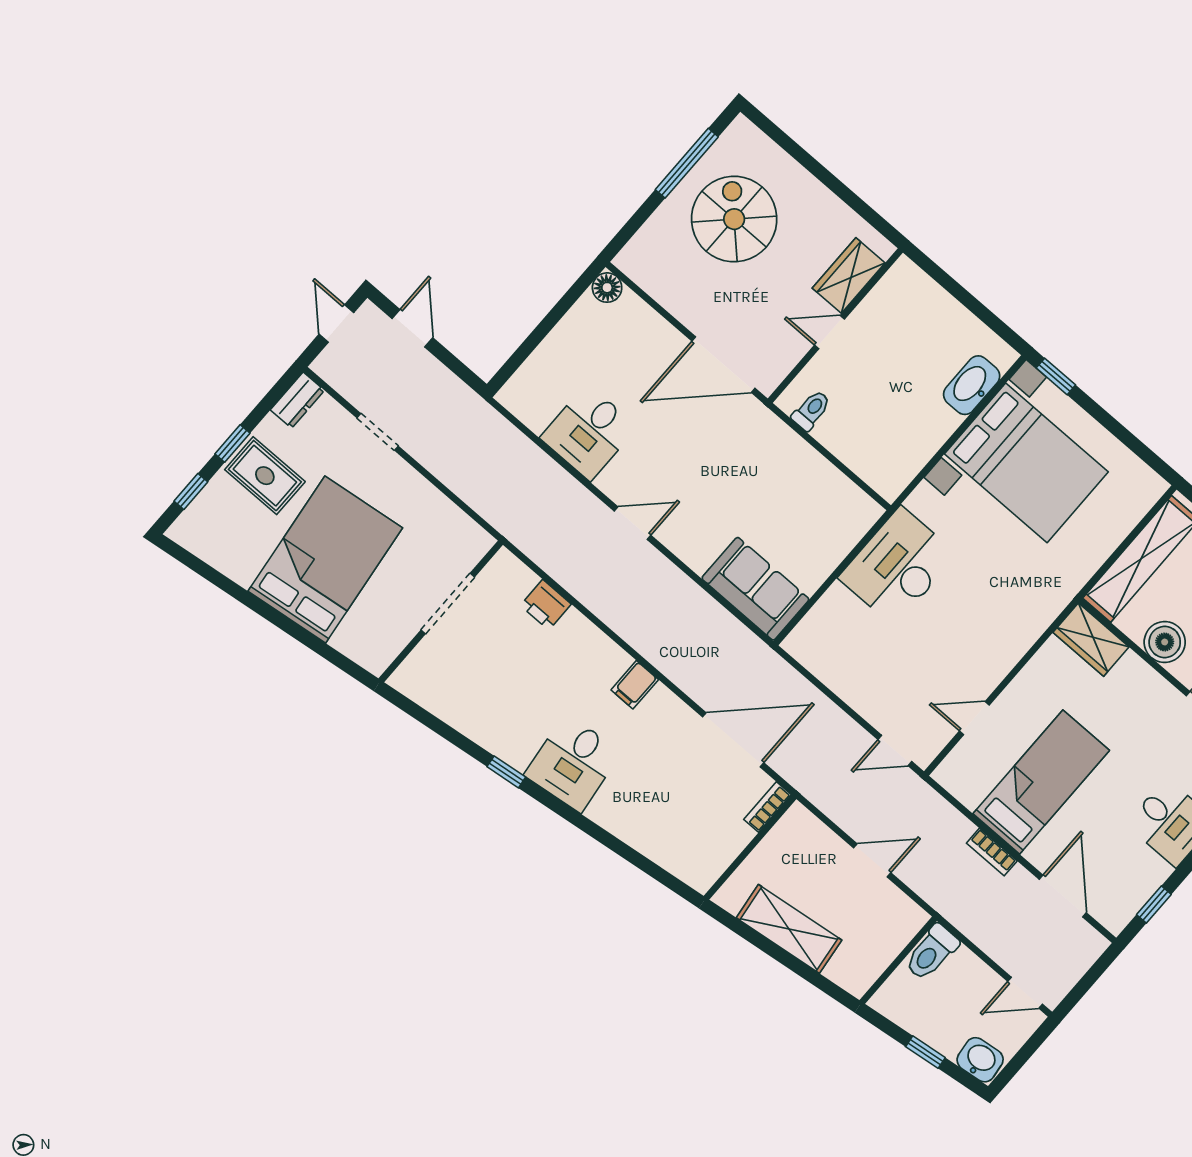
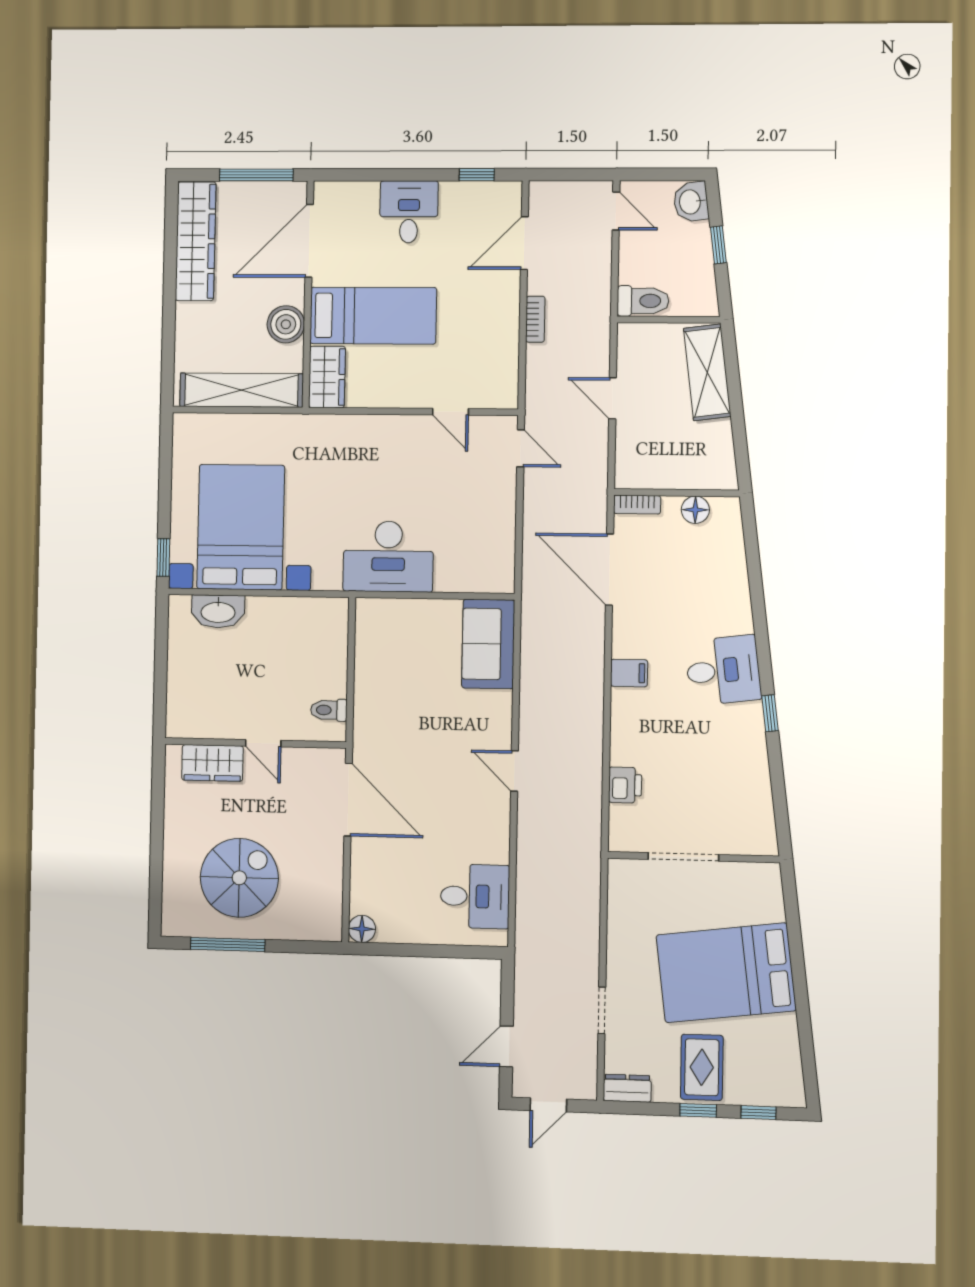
spiral stairs: (734, 219) -> (239, 878), turned 180
desk: (589, 432) -> (475, 896), moved
bed: (1041, 782) -> (373, 316), moved, turned 180
floor lamp: (723, 851) -> (695, 510), added
shelving: (789, 929) -> (707, 372), moved

